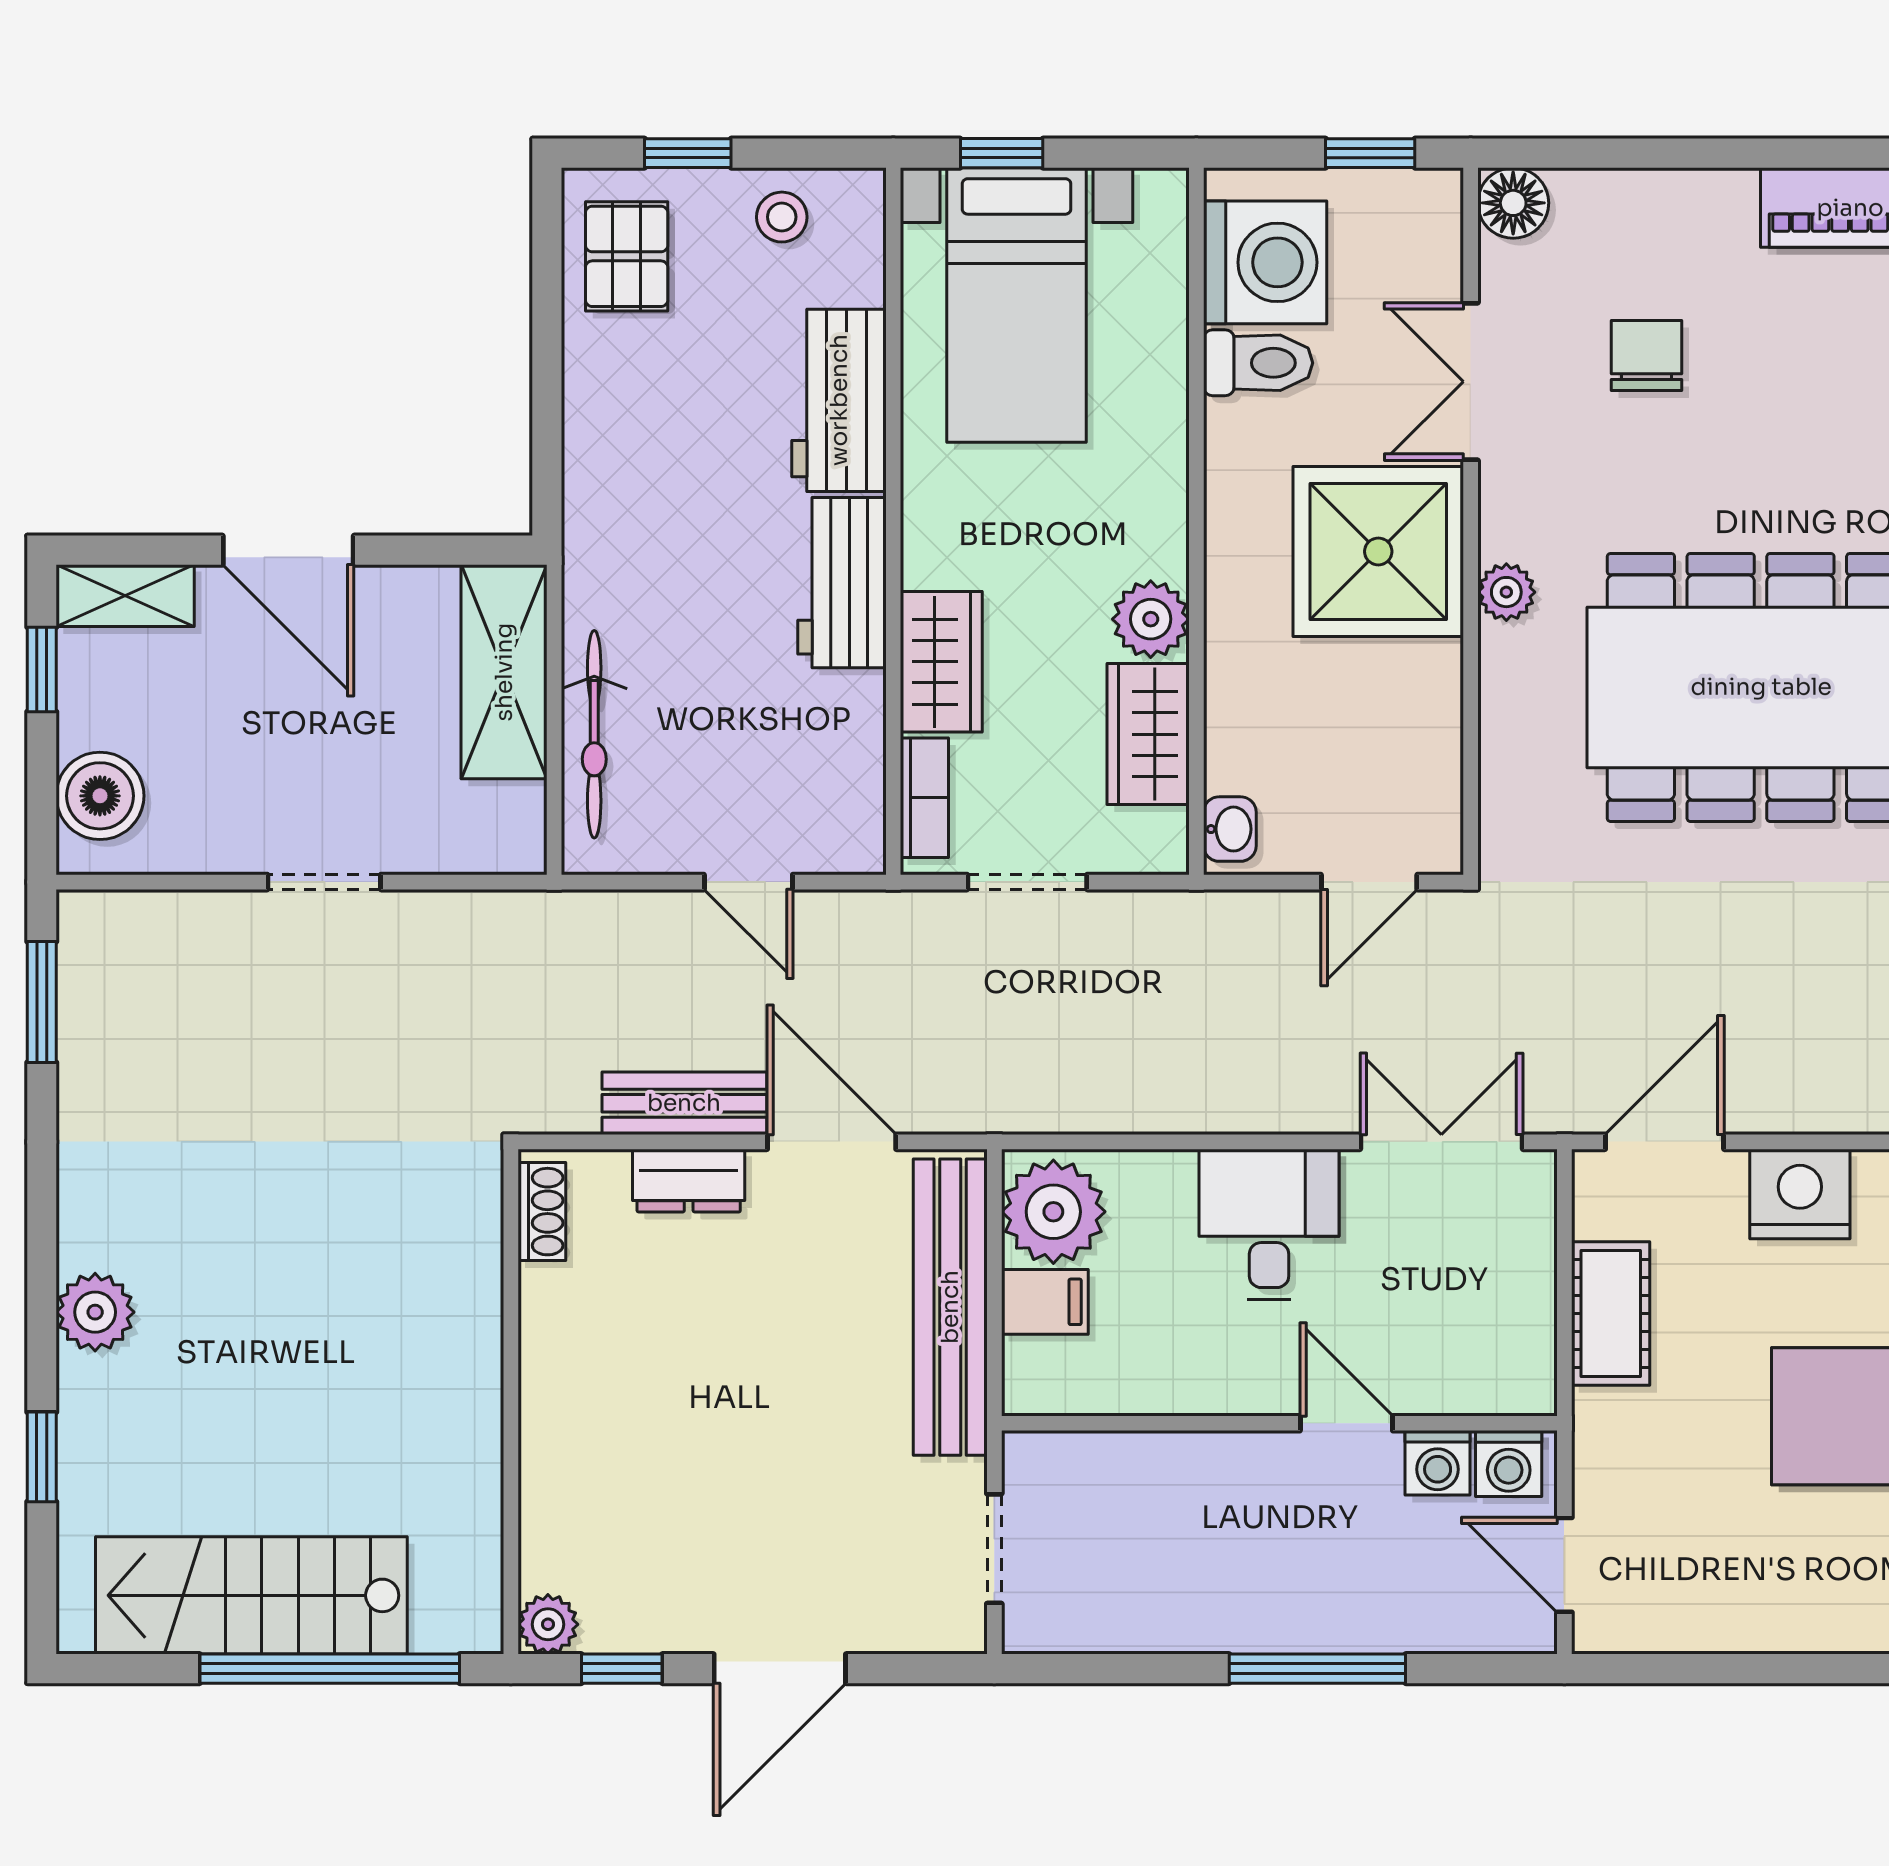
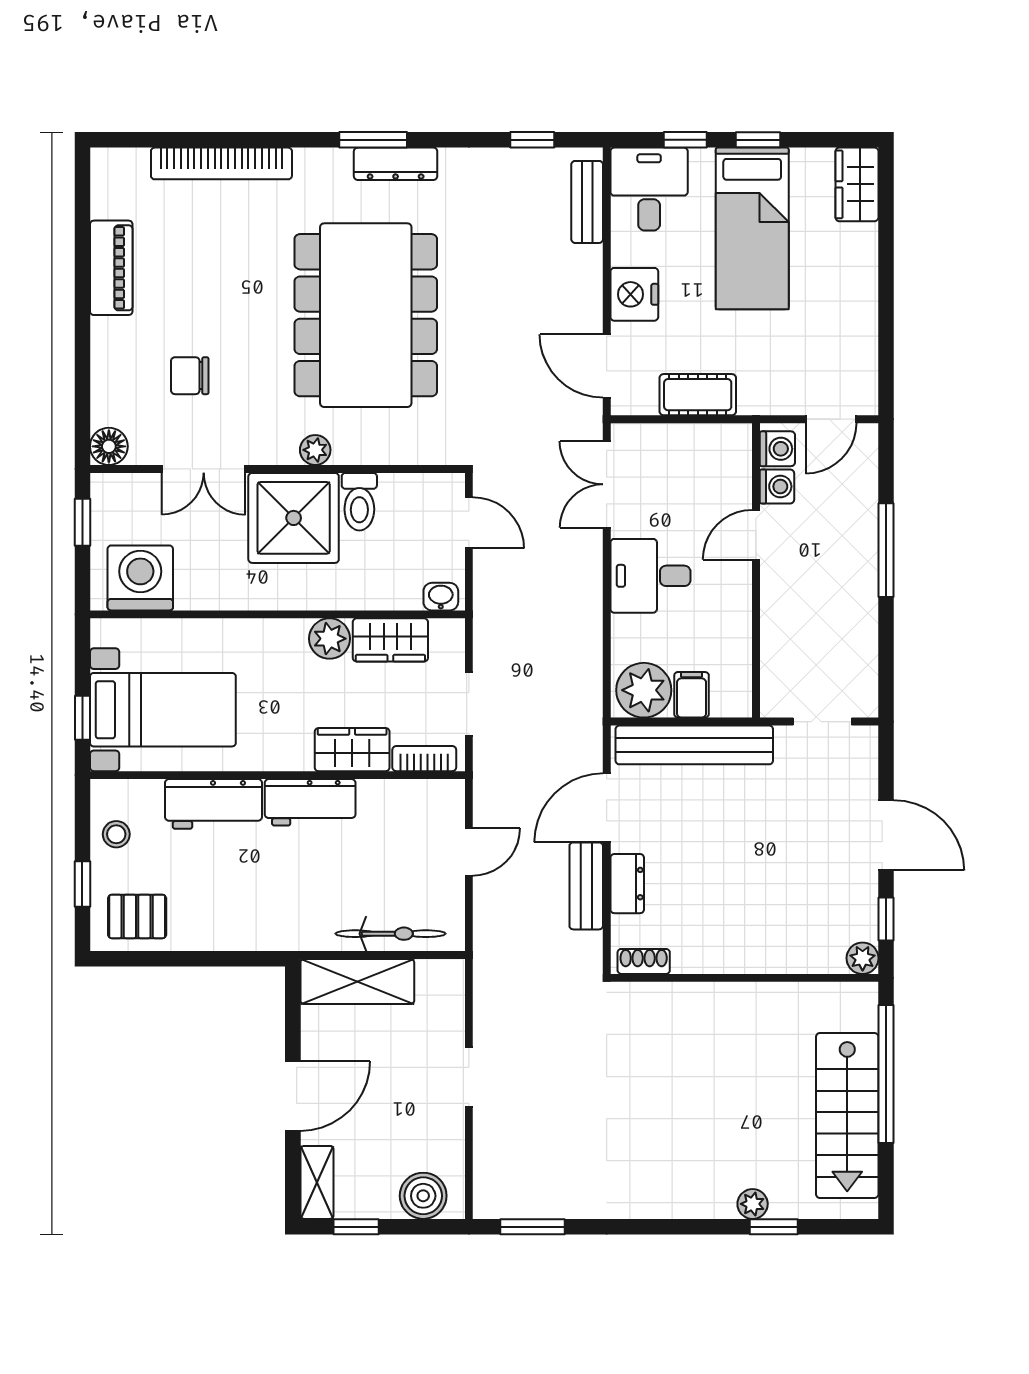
toilet: (1258, 363) -> (359, 502), moved, turned 180
plant: (95, 1312) -> (753, 1204), moved, width x0.73, depth x0.73

